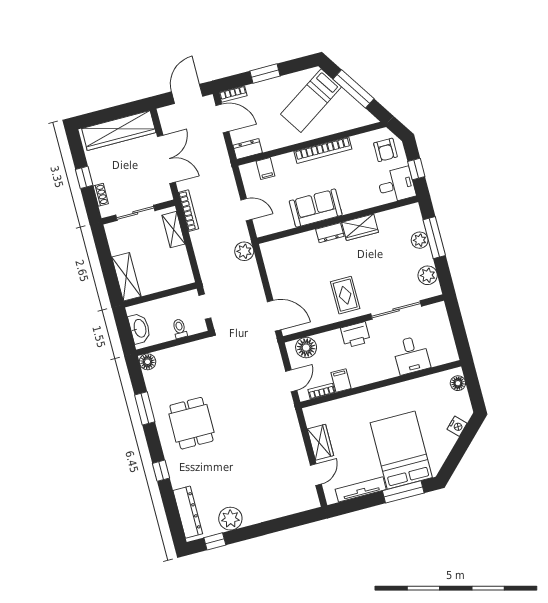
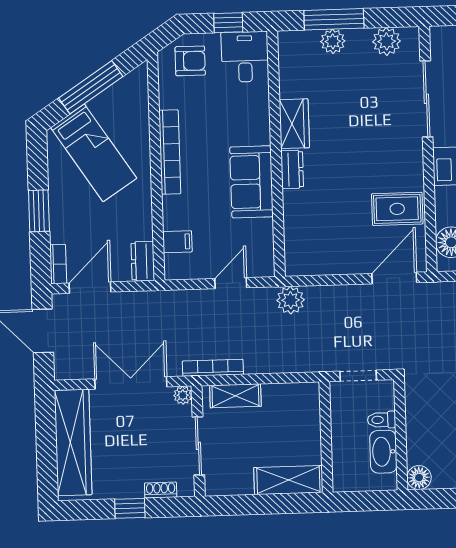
plant: (166, 195) -> (183, 395), added
rug: (345, 295) -> (397, 209), moved
washbasin: (140, 328) -> (383, 452), moved, turned -90

